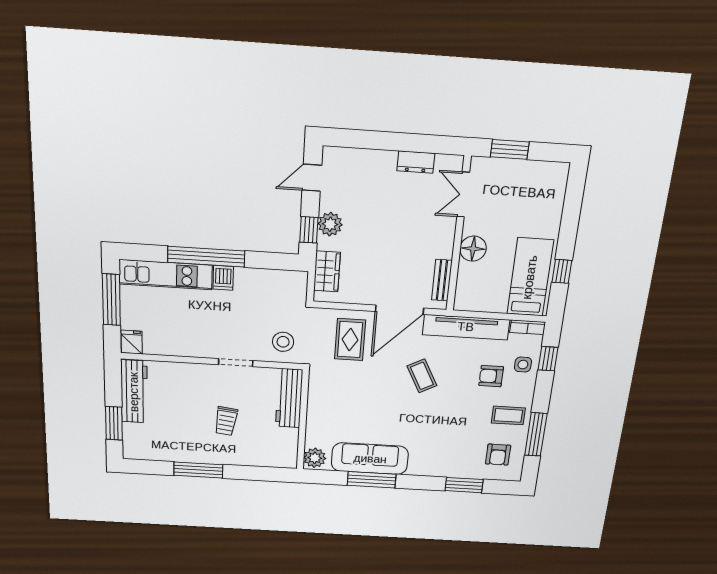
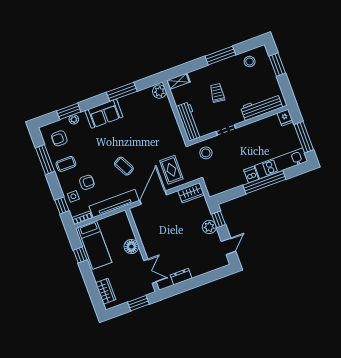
wardrobe: (553, 194) -> (106, 291), added
wardrobe: (327, 271) -> (191, 193), moved, turned -90
bench: (442, 280) -> (139, 223), removed
workbench: (134, 392) -> (262, 107), moved, turned 90
stool: (156, 444) -> (250, 62), added
armchair: (498, 455) -> (59, 138), turned -90
sofa: (370, 459) -> (104, 114), moved, width x0.73
shelving: (279, 461) -> (178, 81), added
plant: (462, 471) -> (74, 119), added

